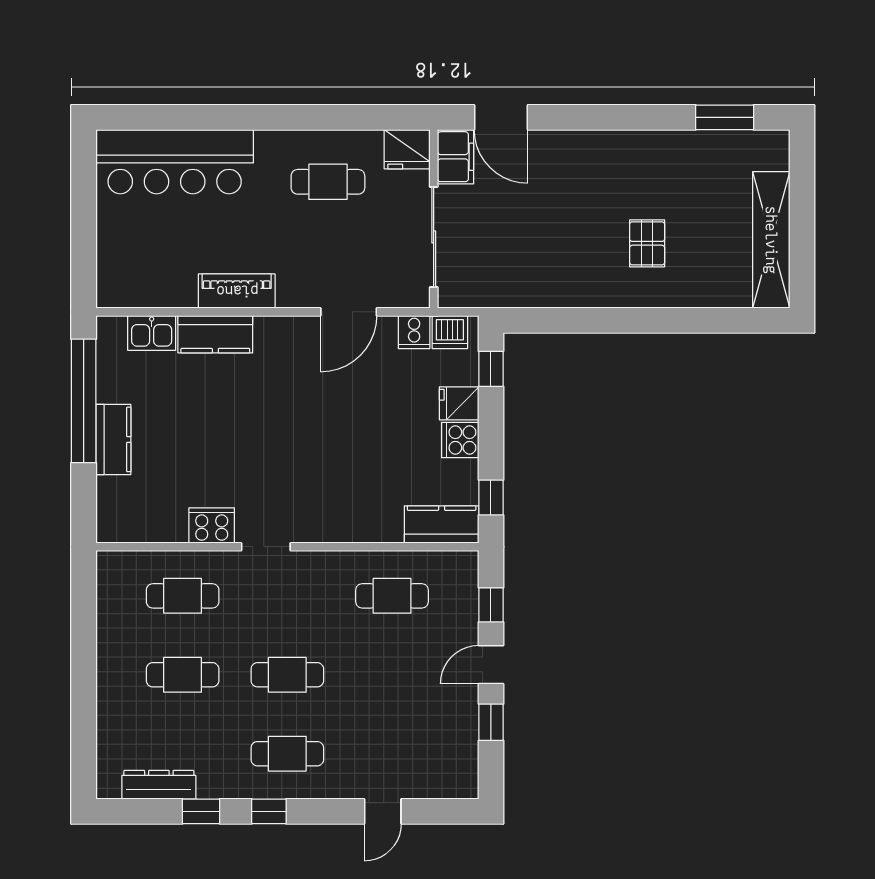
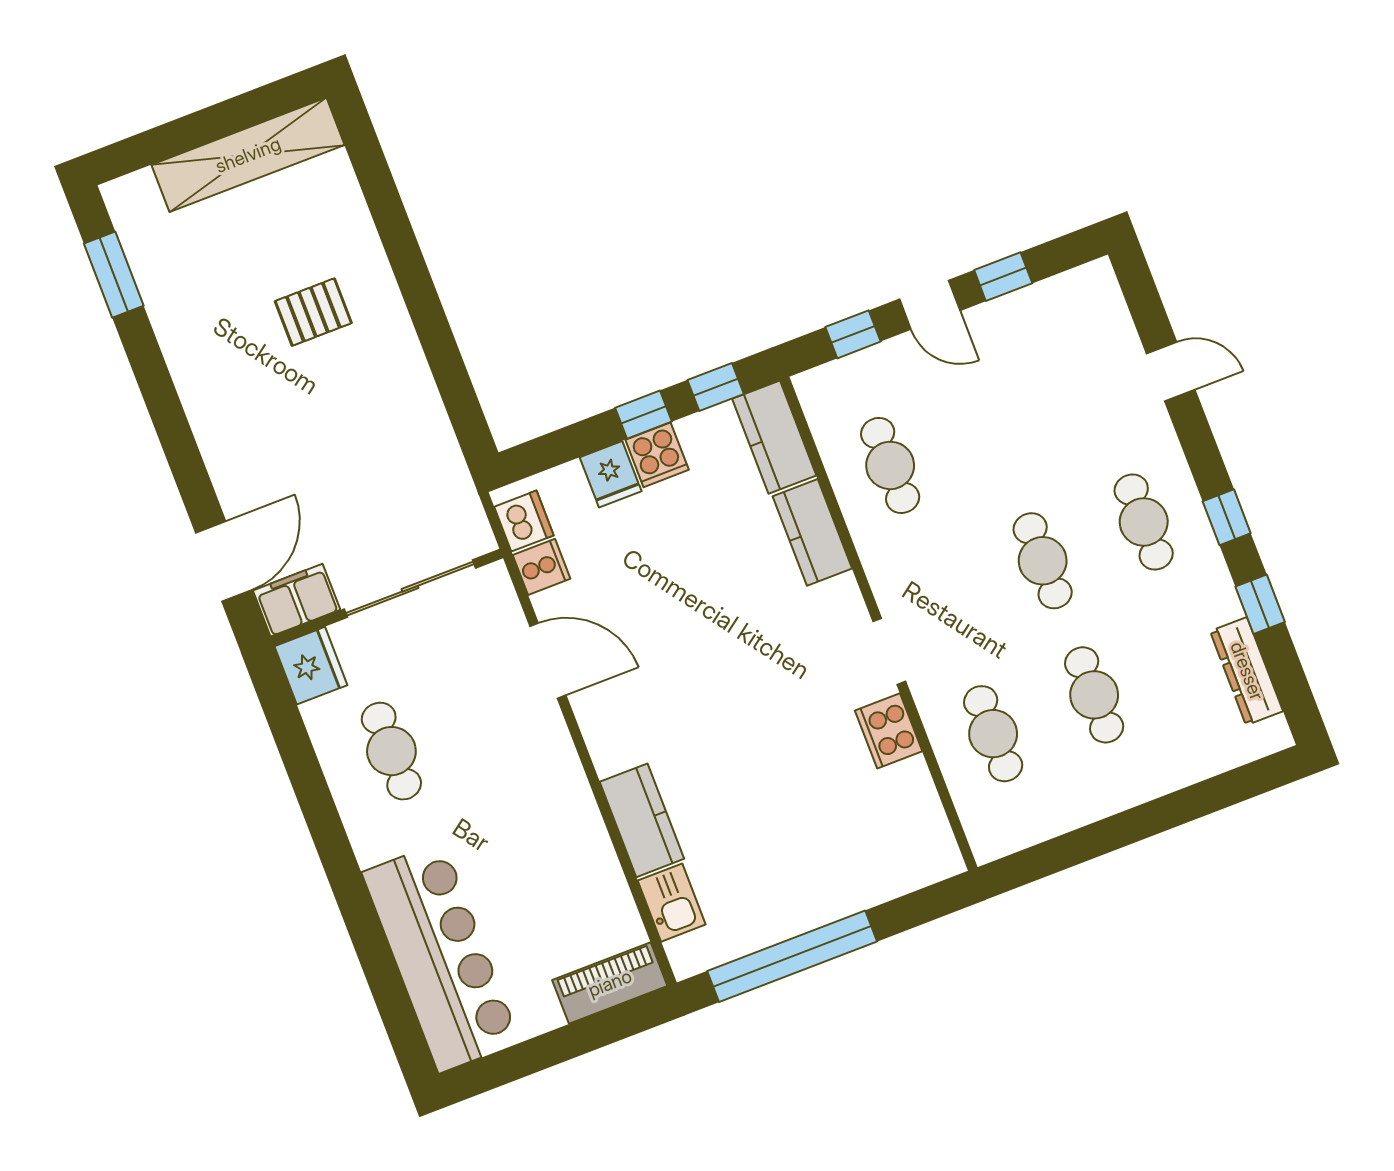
piano: (237, 291) -> (610, 983), moved, turned 90
window: (491, 369) -> (644, 415), moved
kitchen counter: (113, 439) -> (812, 532), moved, turned -90

